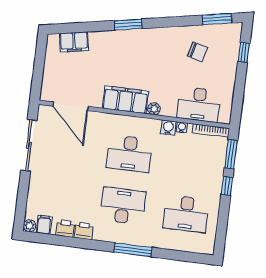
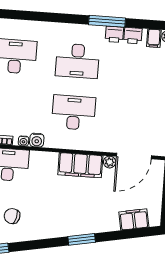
door: (71, 106) -> (134, 156), swing flipped
plant: (154, 109) -> (110, 162), moved
window: (133, 250) -> (107, 21), moved

